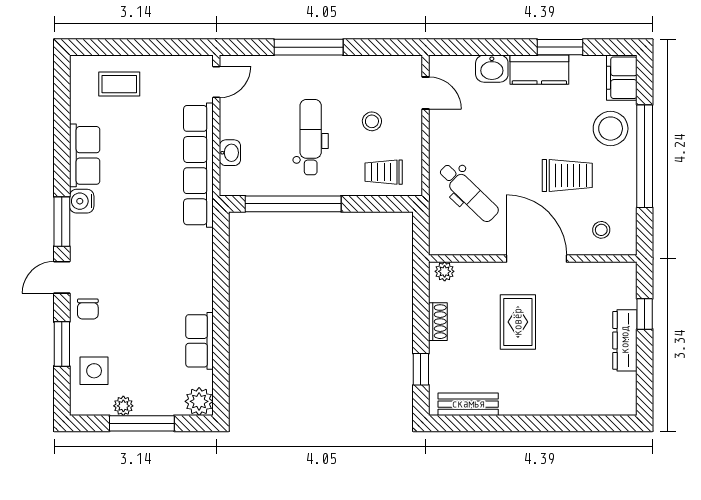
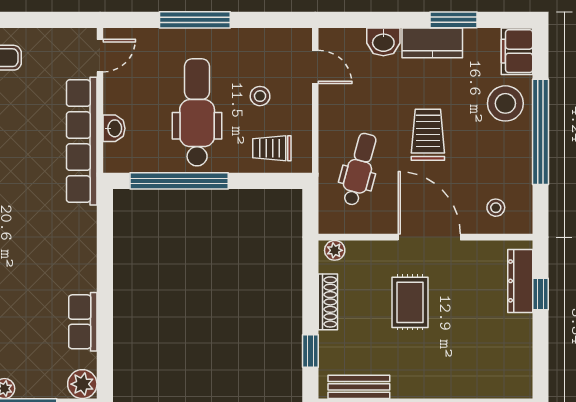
dental chair: (311, 137) -> (197, 112), width x1.36, depth x1.38
trolley: (567, 175) -> (428, 135), moved, turned -90
dental chair: (468, 193) -> (359, 169), turned -119
shoe rack: (438, 322) -> (328, 302), width x1.43
dresser: (625, 340) -> (520, 281), moved

